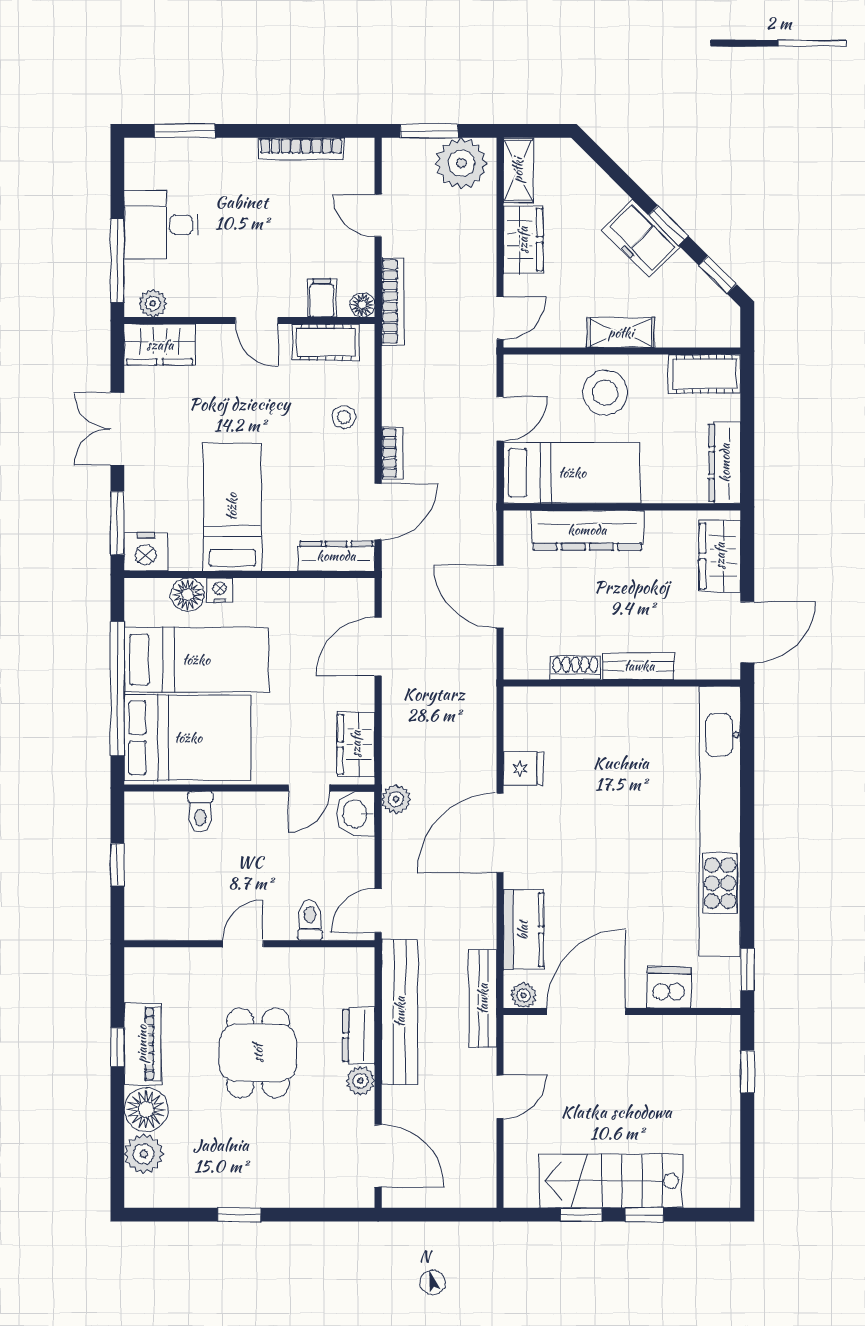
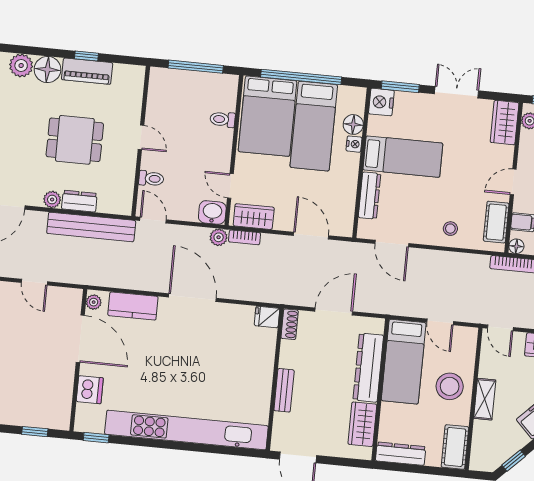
bookcase: (392, 453) -> (245, 237), moved
dresser: (336, 556) -> (370, 196), moved
wardrobe: (720, 556) -> (362, 424), moved, turned -90
shoe rack: (575, 667) -> (290, 324), moved
fridge: (523, 769) -> (267, 317), moved, turned 90
window: (117, 865) -> (196, 67), width x2.17
bench: (483, 999) -> (94, 278), removed

